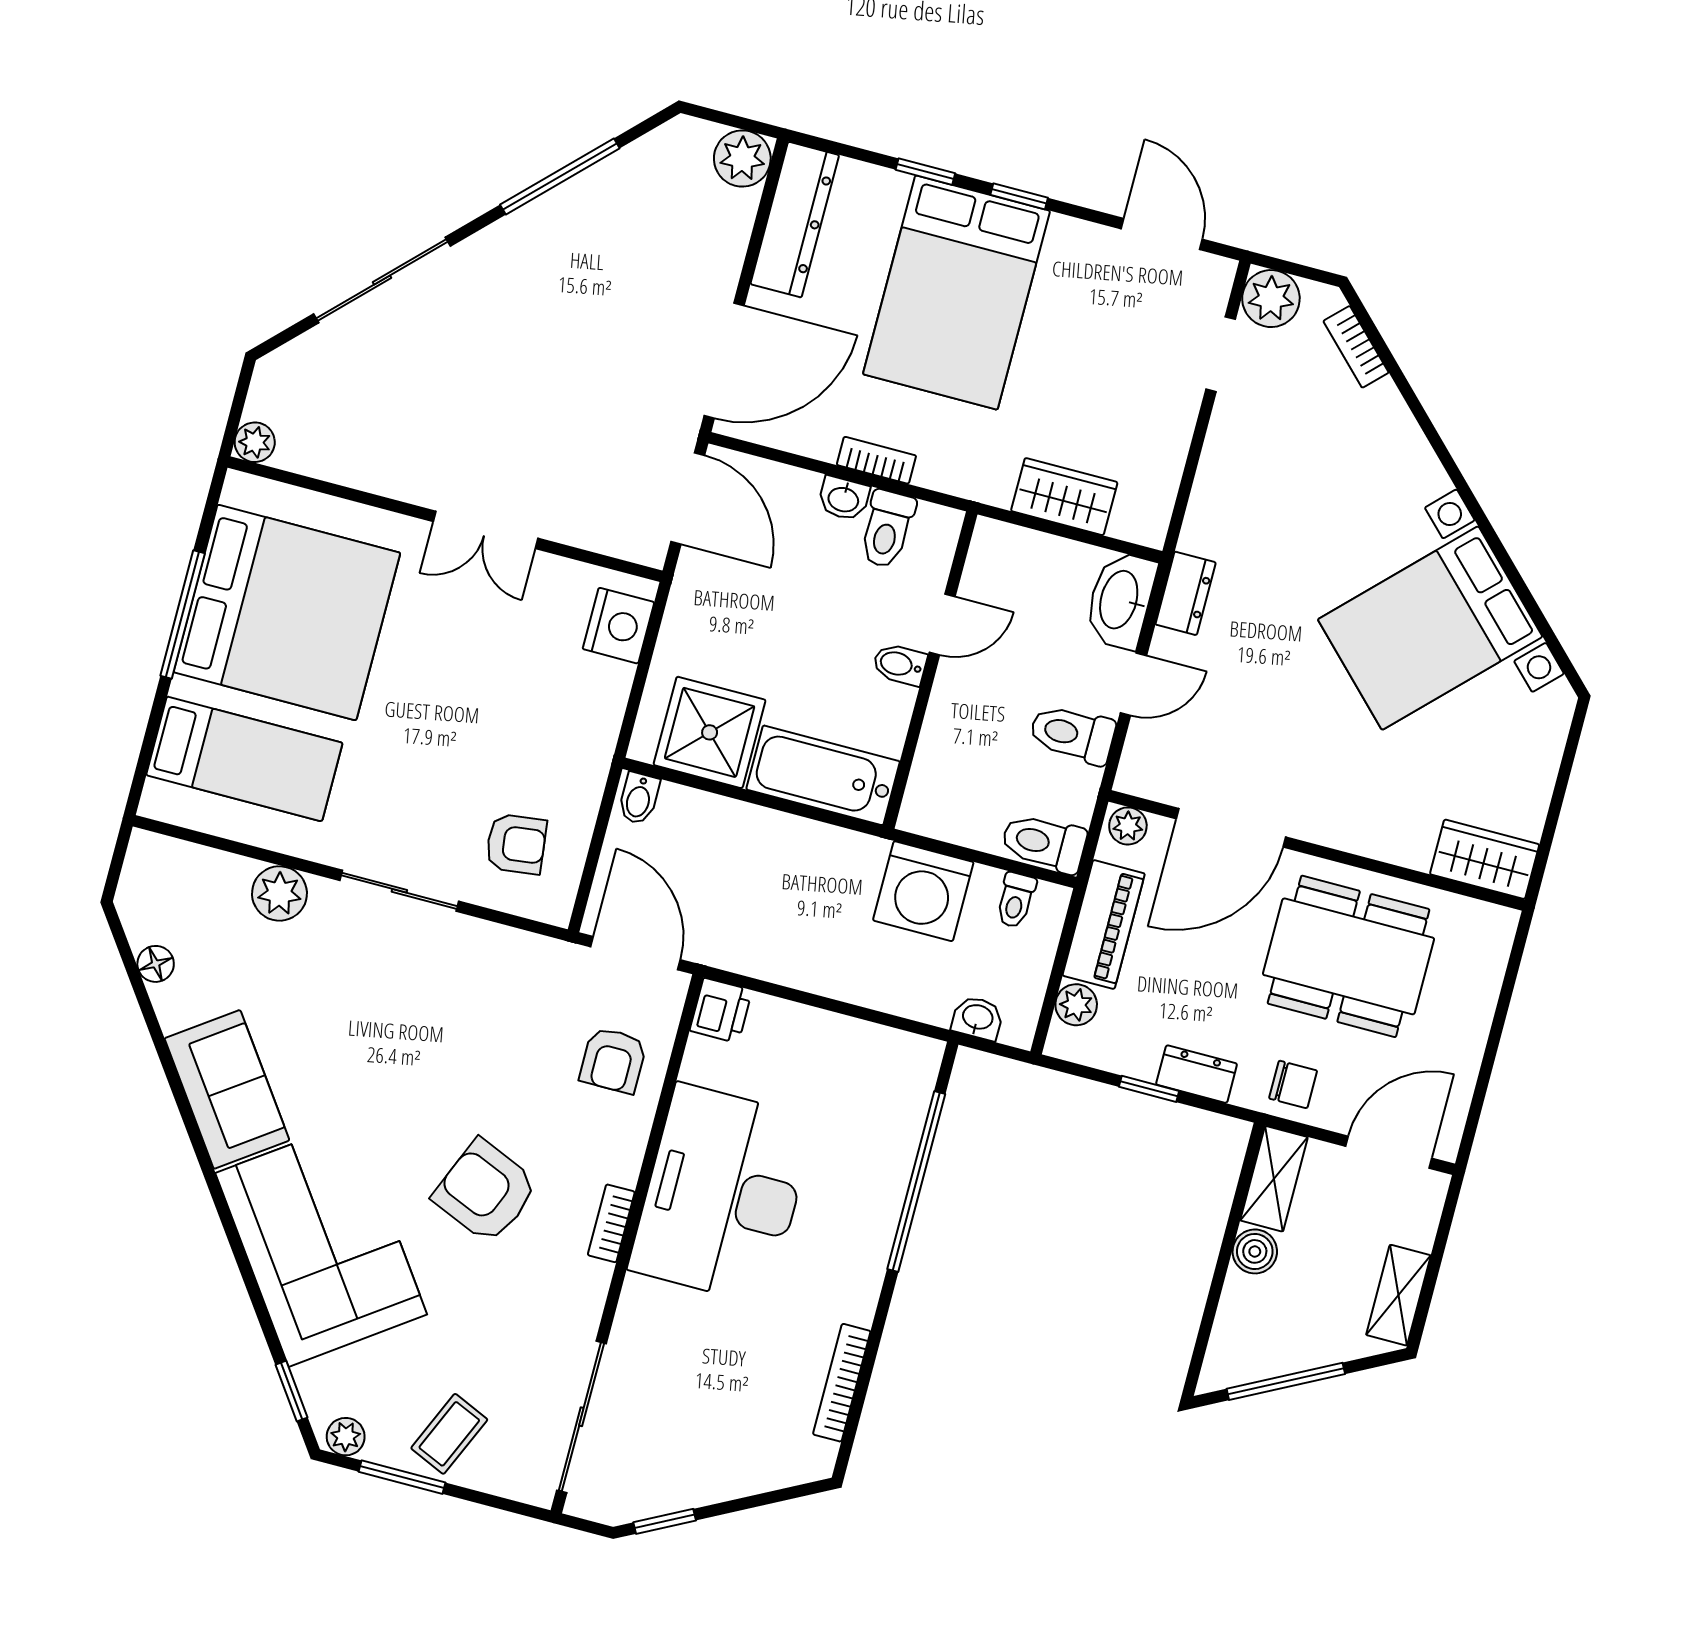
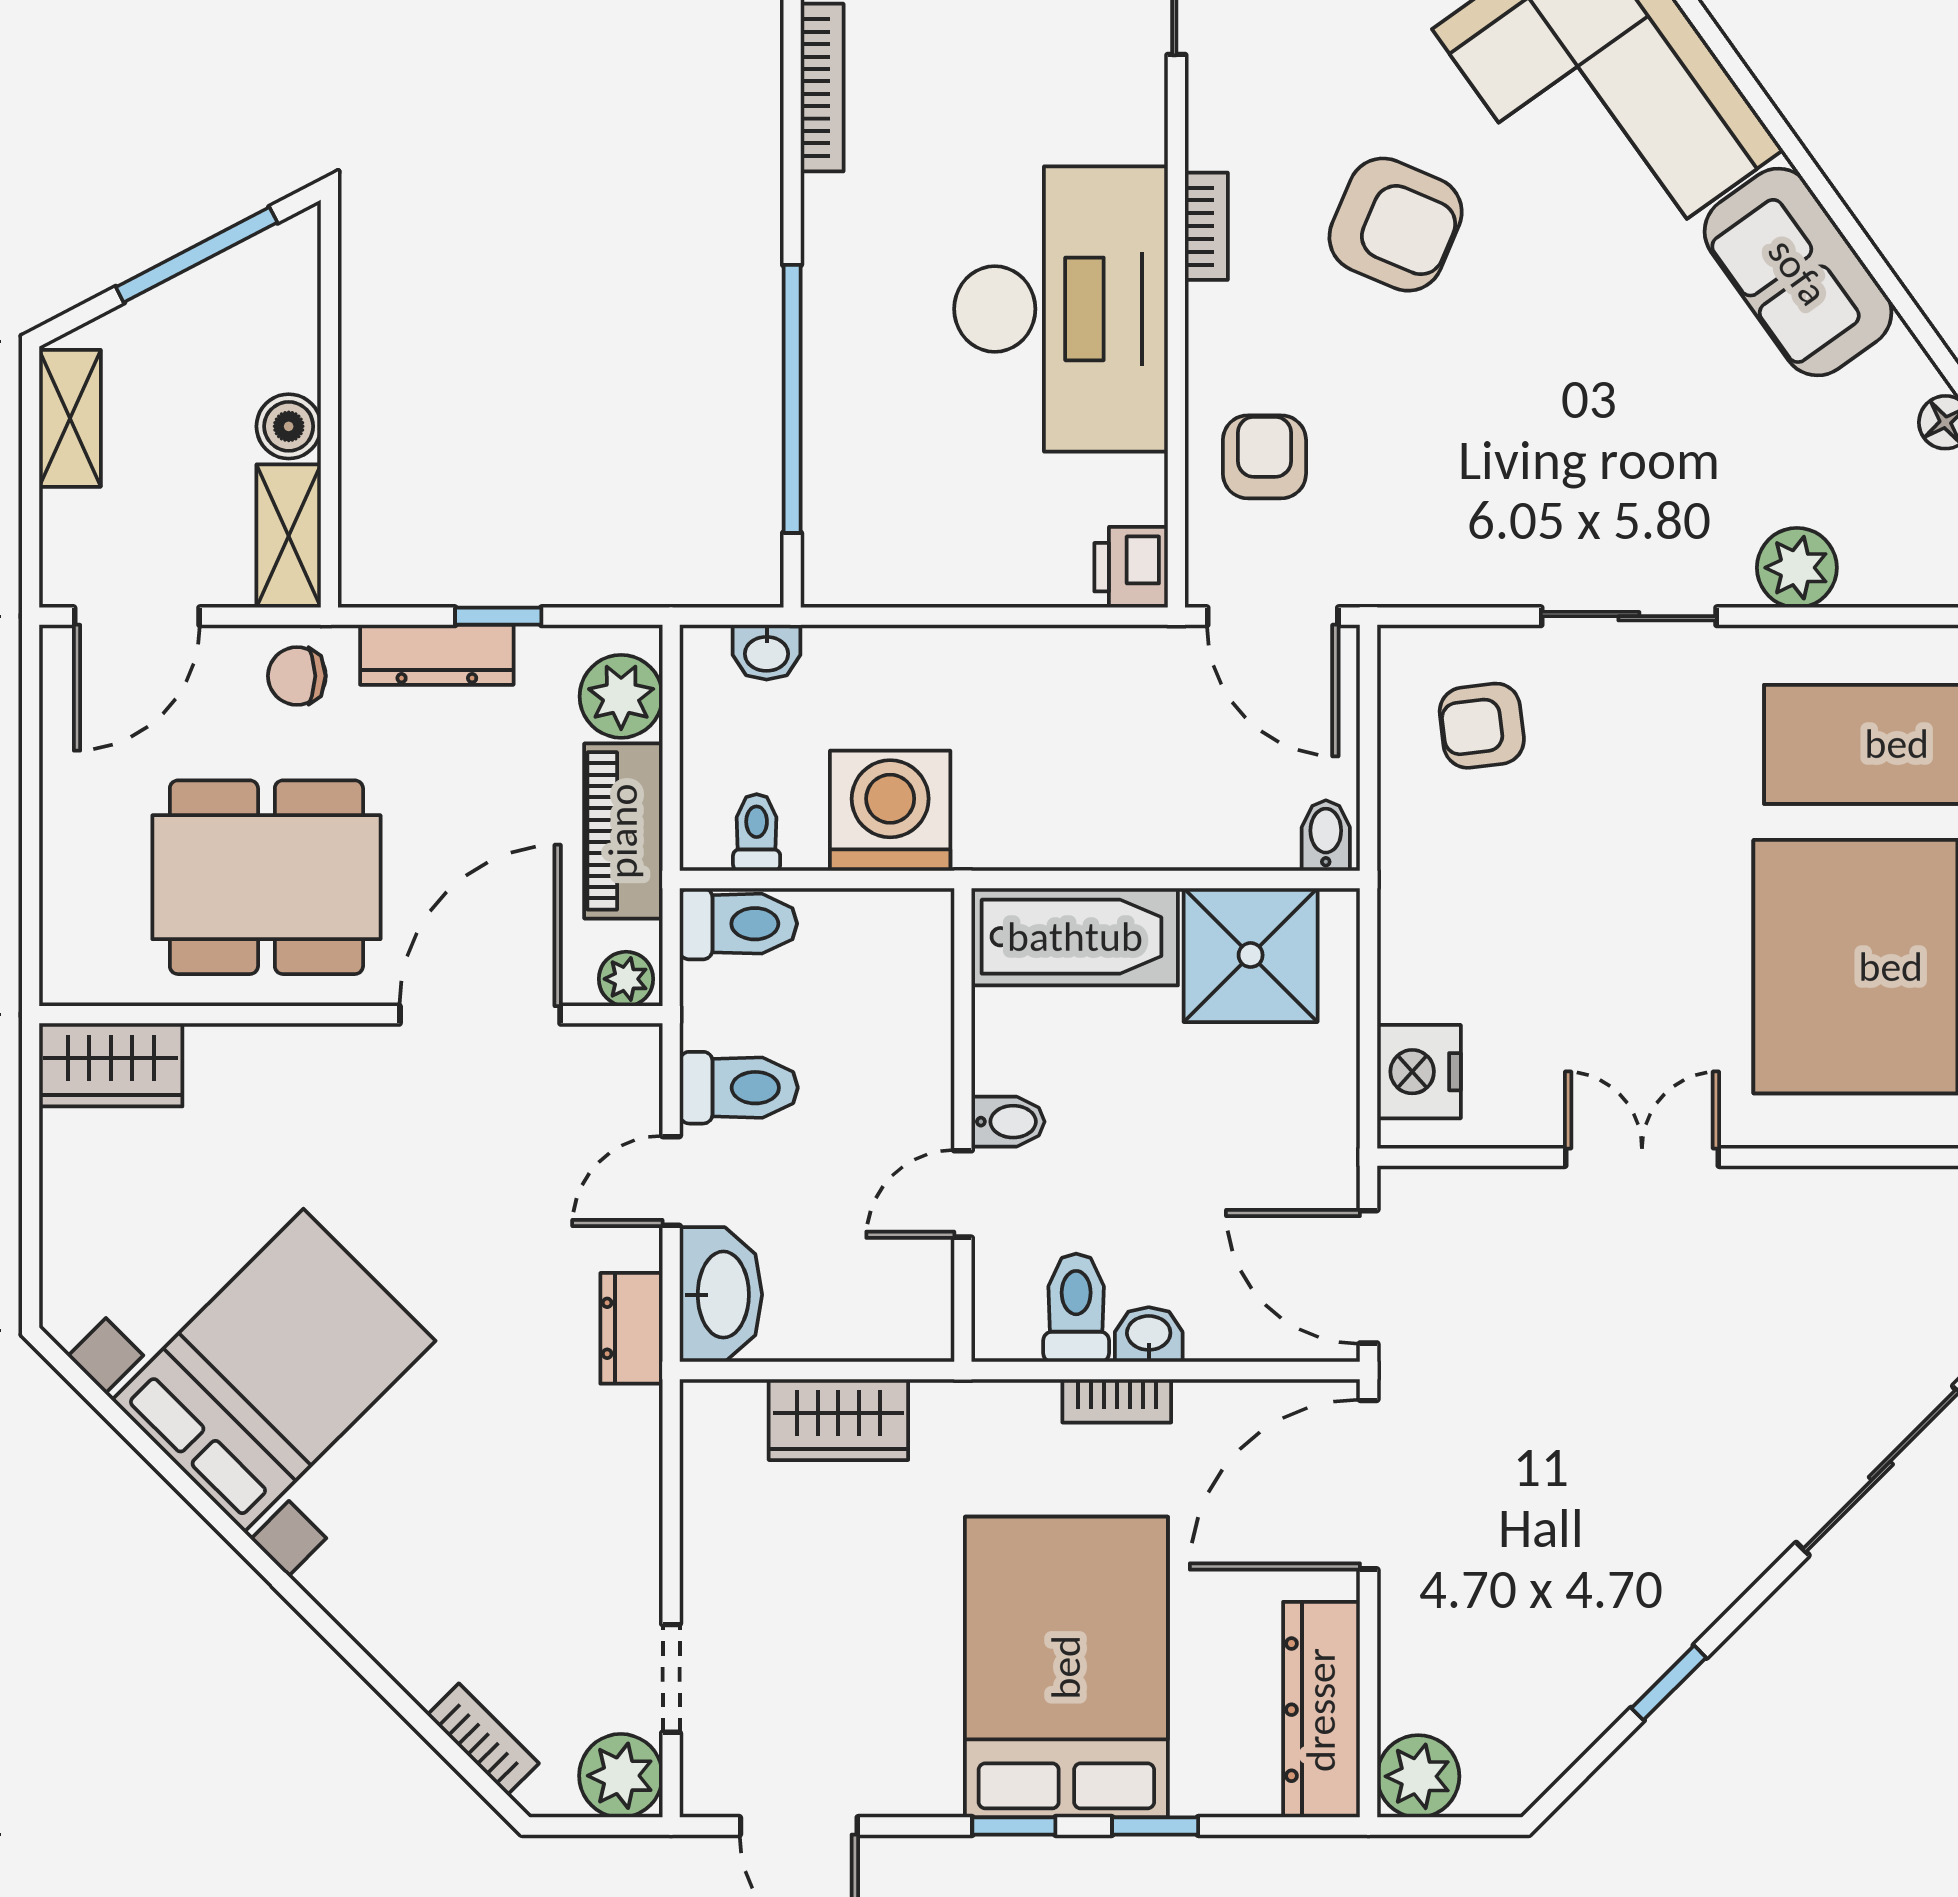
window: (560, 177) -> (1669, 1683), width x0.46
plant: (1076, 1005) -> (621, 696), width x1.38, depth x1.38
dresser: (1197, 1074) -> (437, 655), width x1.44

